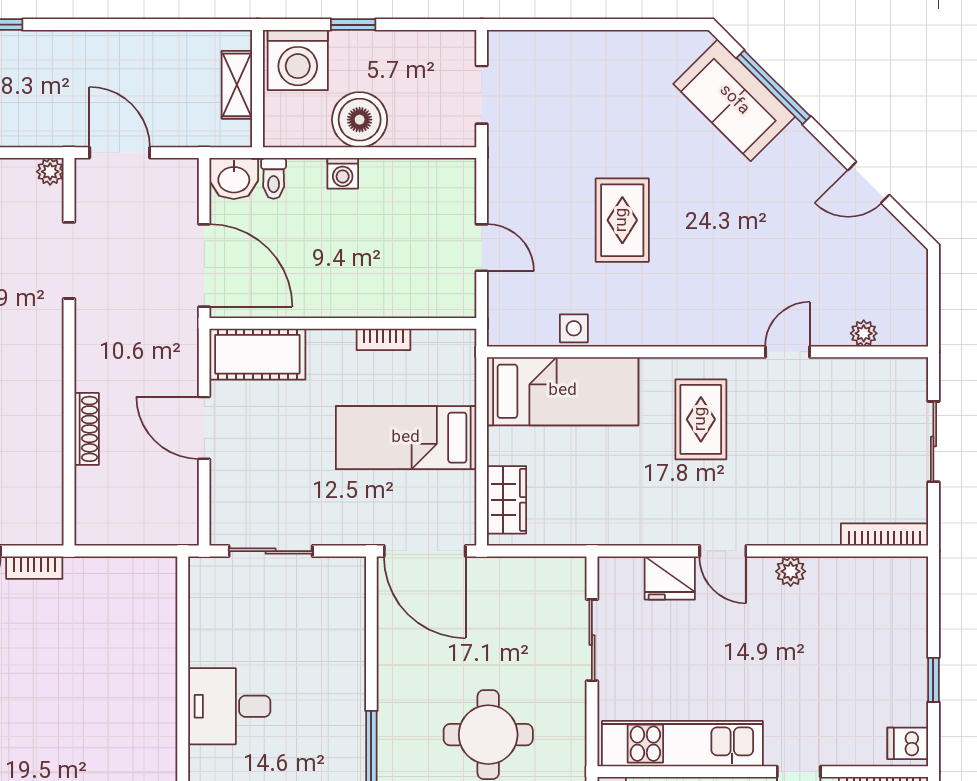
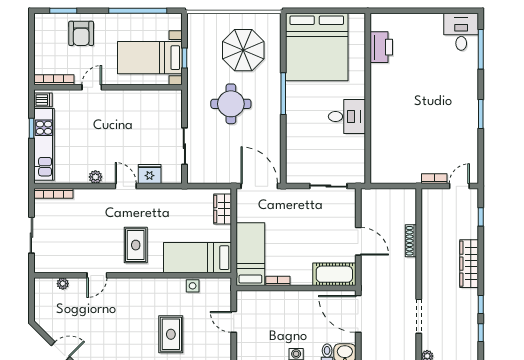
bed: (406, 438) -> (250, 254), moved, turned -90
kitchen unit: (682, 744) -> (44, 144), moved, turned -90

